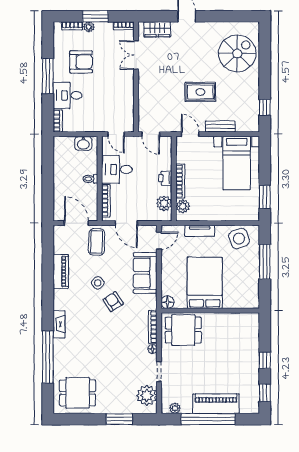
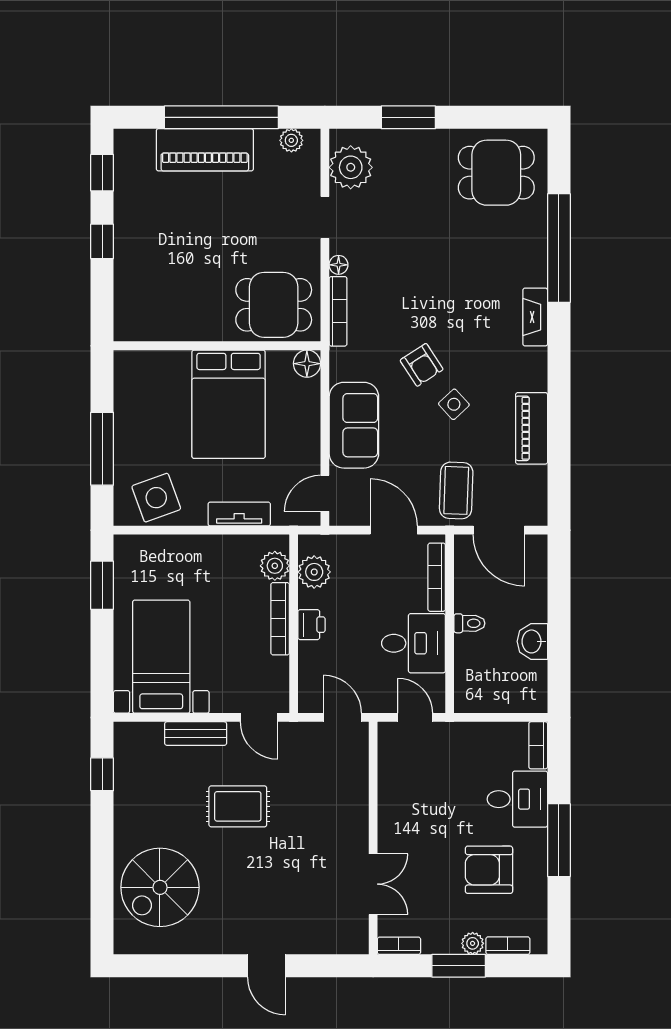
wardrobe: (157, 29) -> (329, 938), removed
washbasin: (83, 143) -> (532, 641), moved, turned -90

